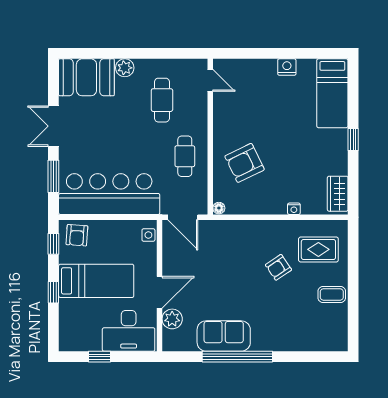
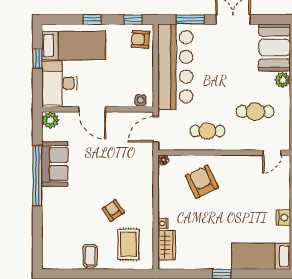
wardrobe: (338, 194) -> (167, 245), moved, turned 90
bed: (96, 281) -> (74, 46), moved, turned -90
plant: (172, 319) -> (50, 120), moved

